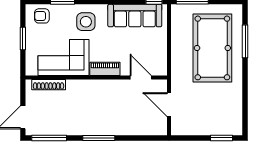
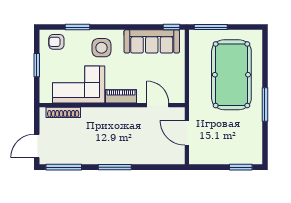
window: (245, 41) -> (265, 105), moved

